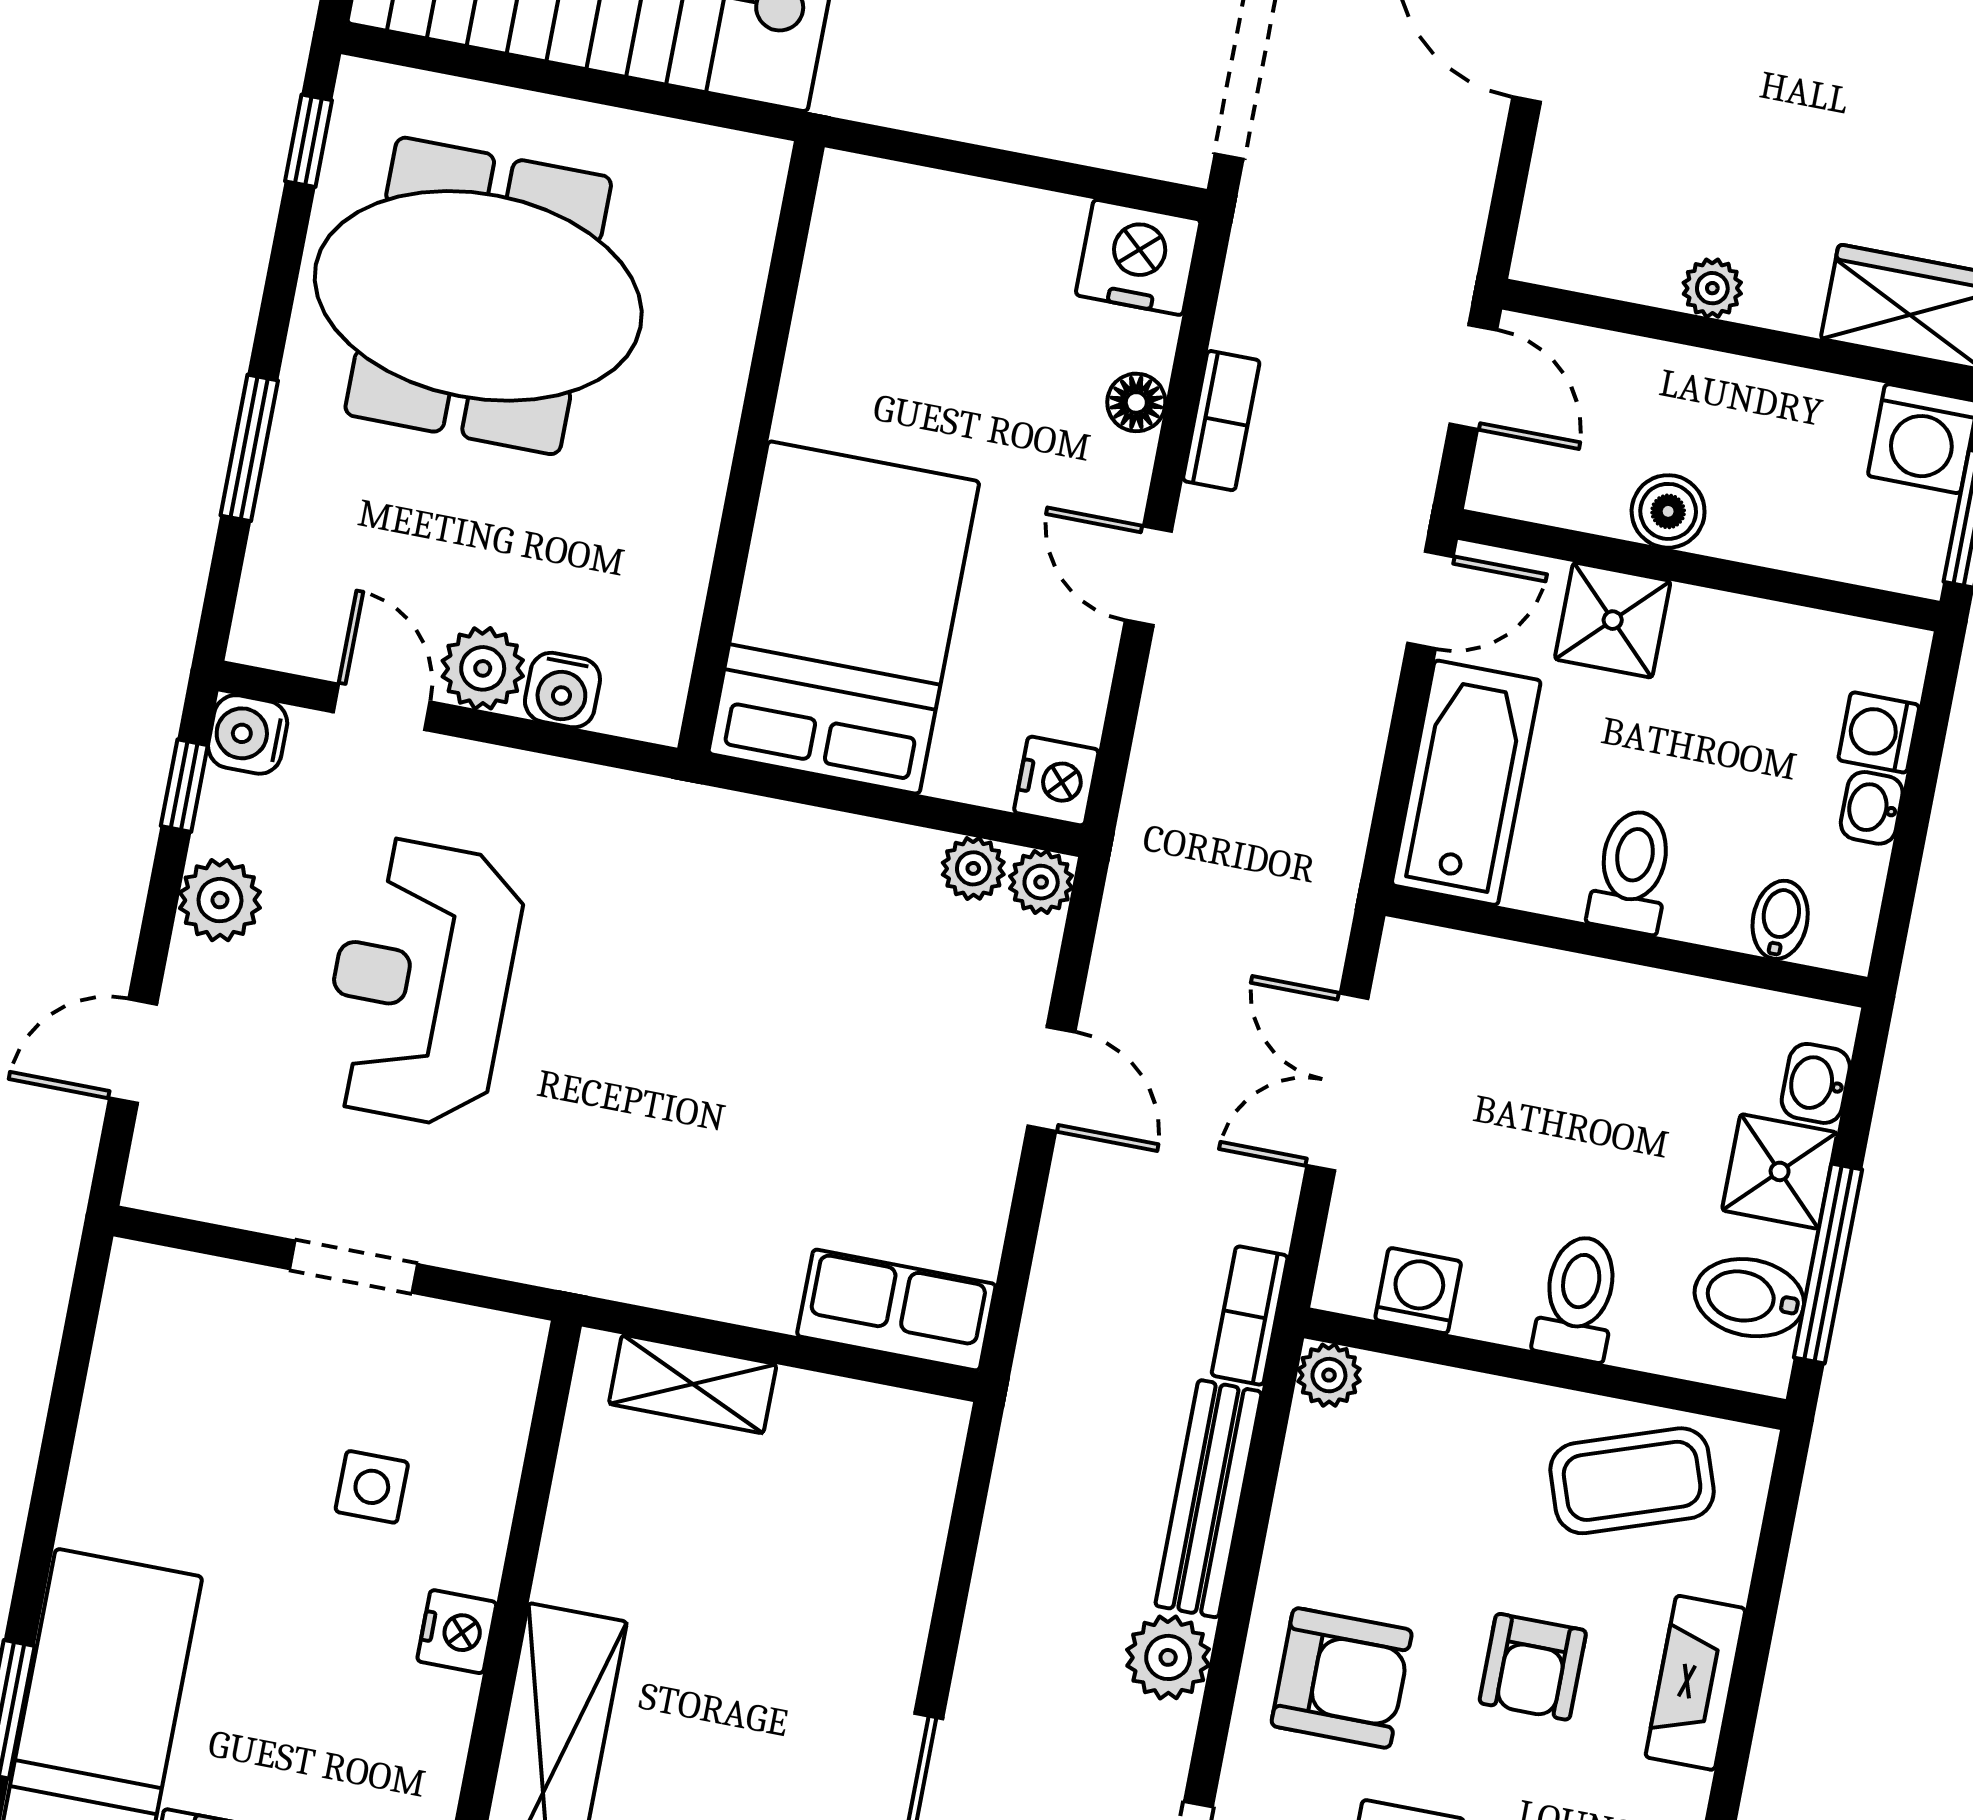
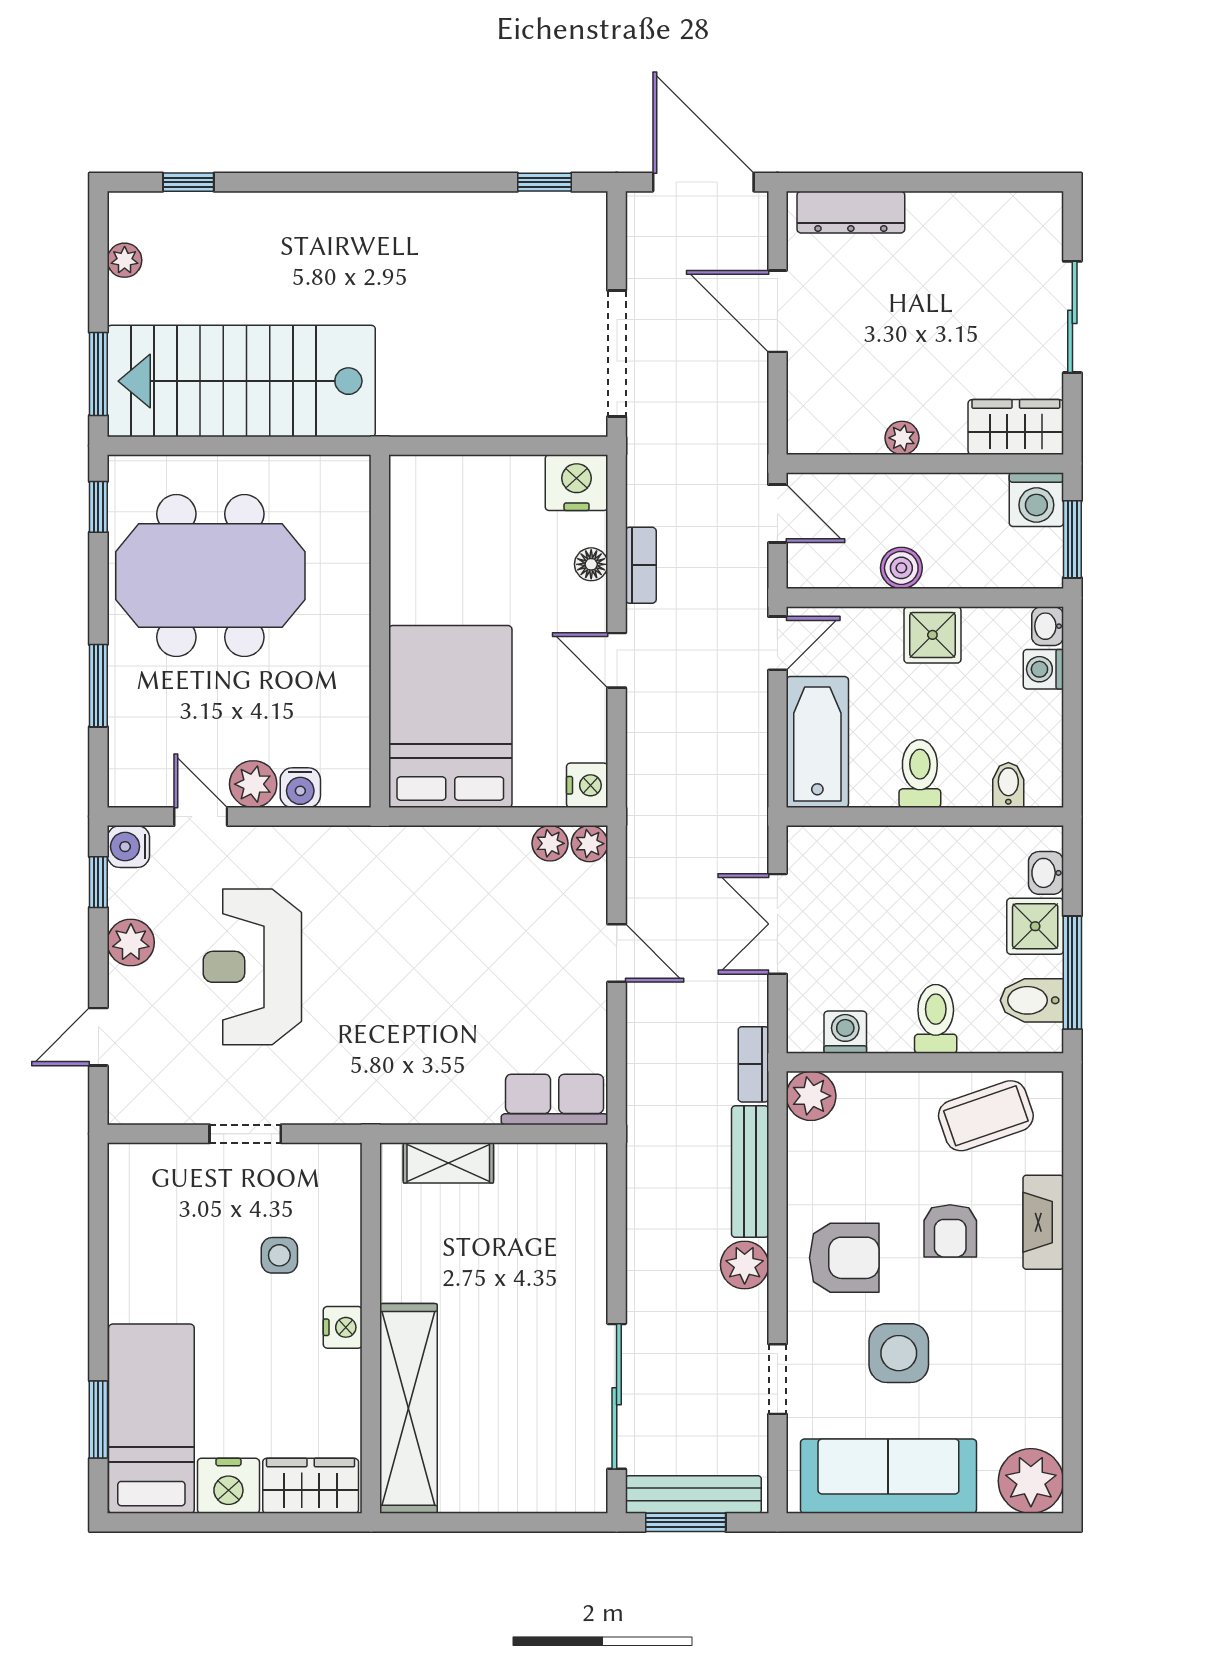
shower: (1613, 620) -> (932, 635), moved
washbasin: (1872, 808) -> (1048, 626), moved
plant: (1329, 1375) -> (811, 1096), width x1.38, depth x1.38

